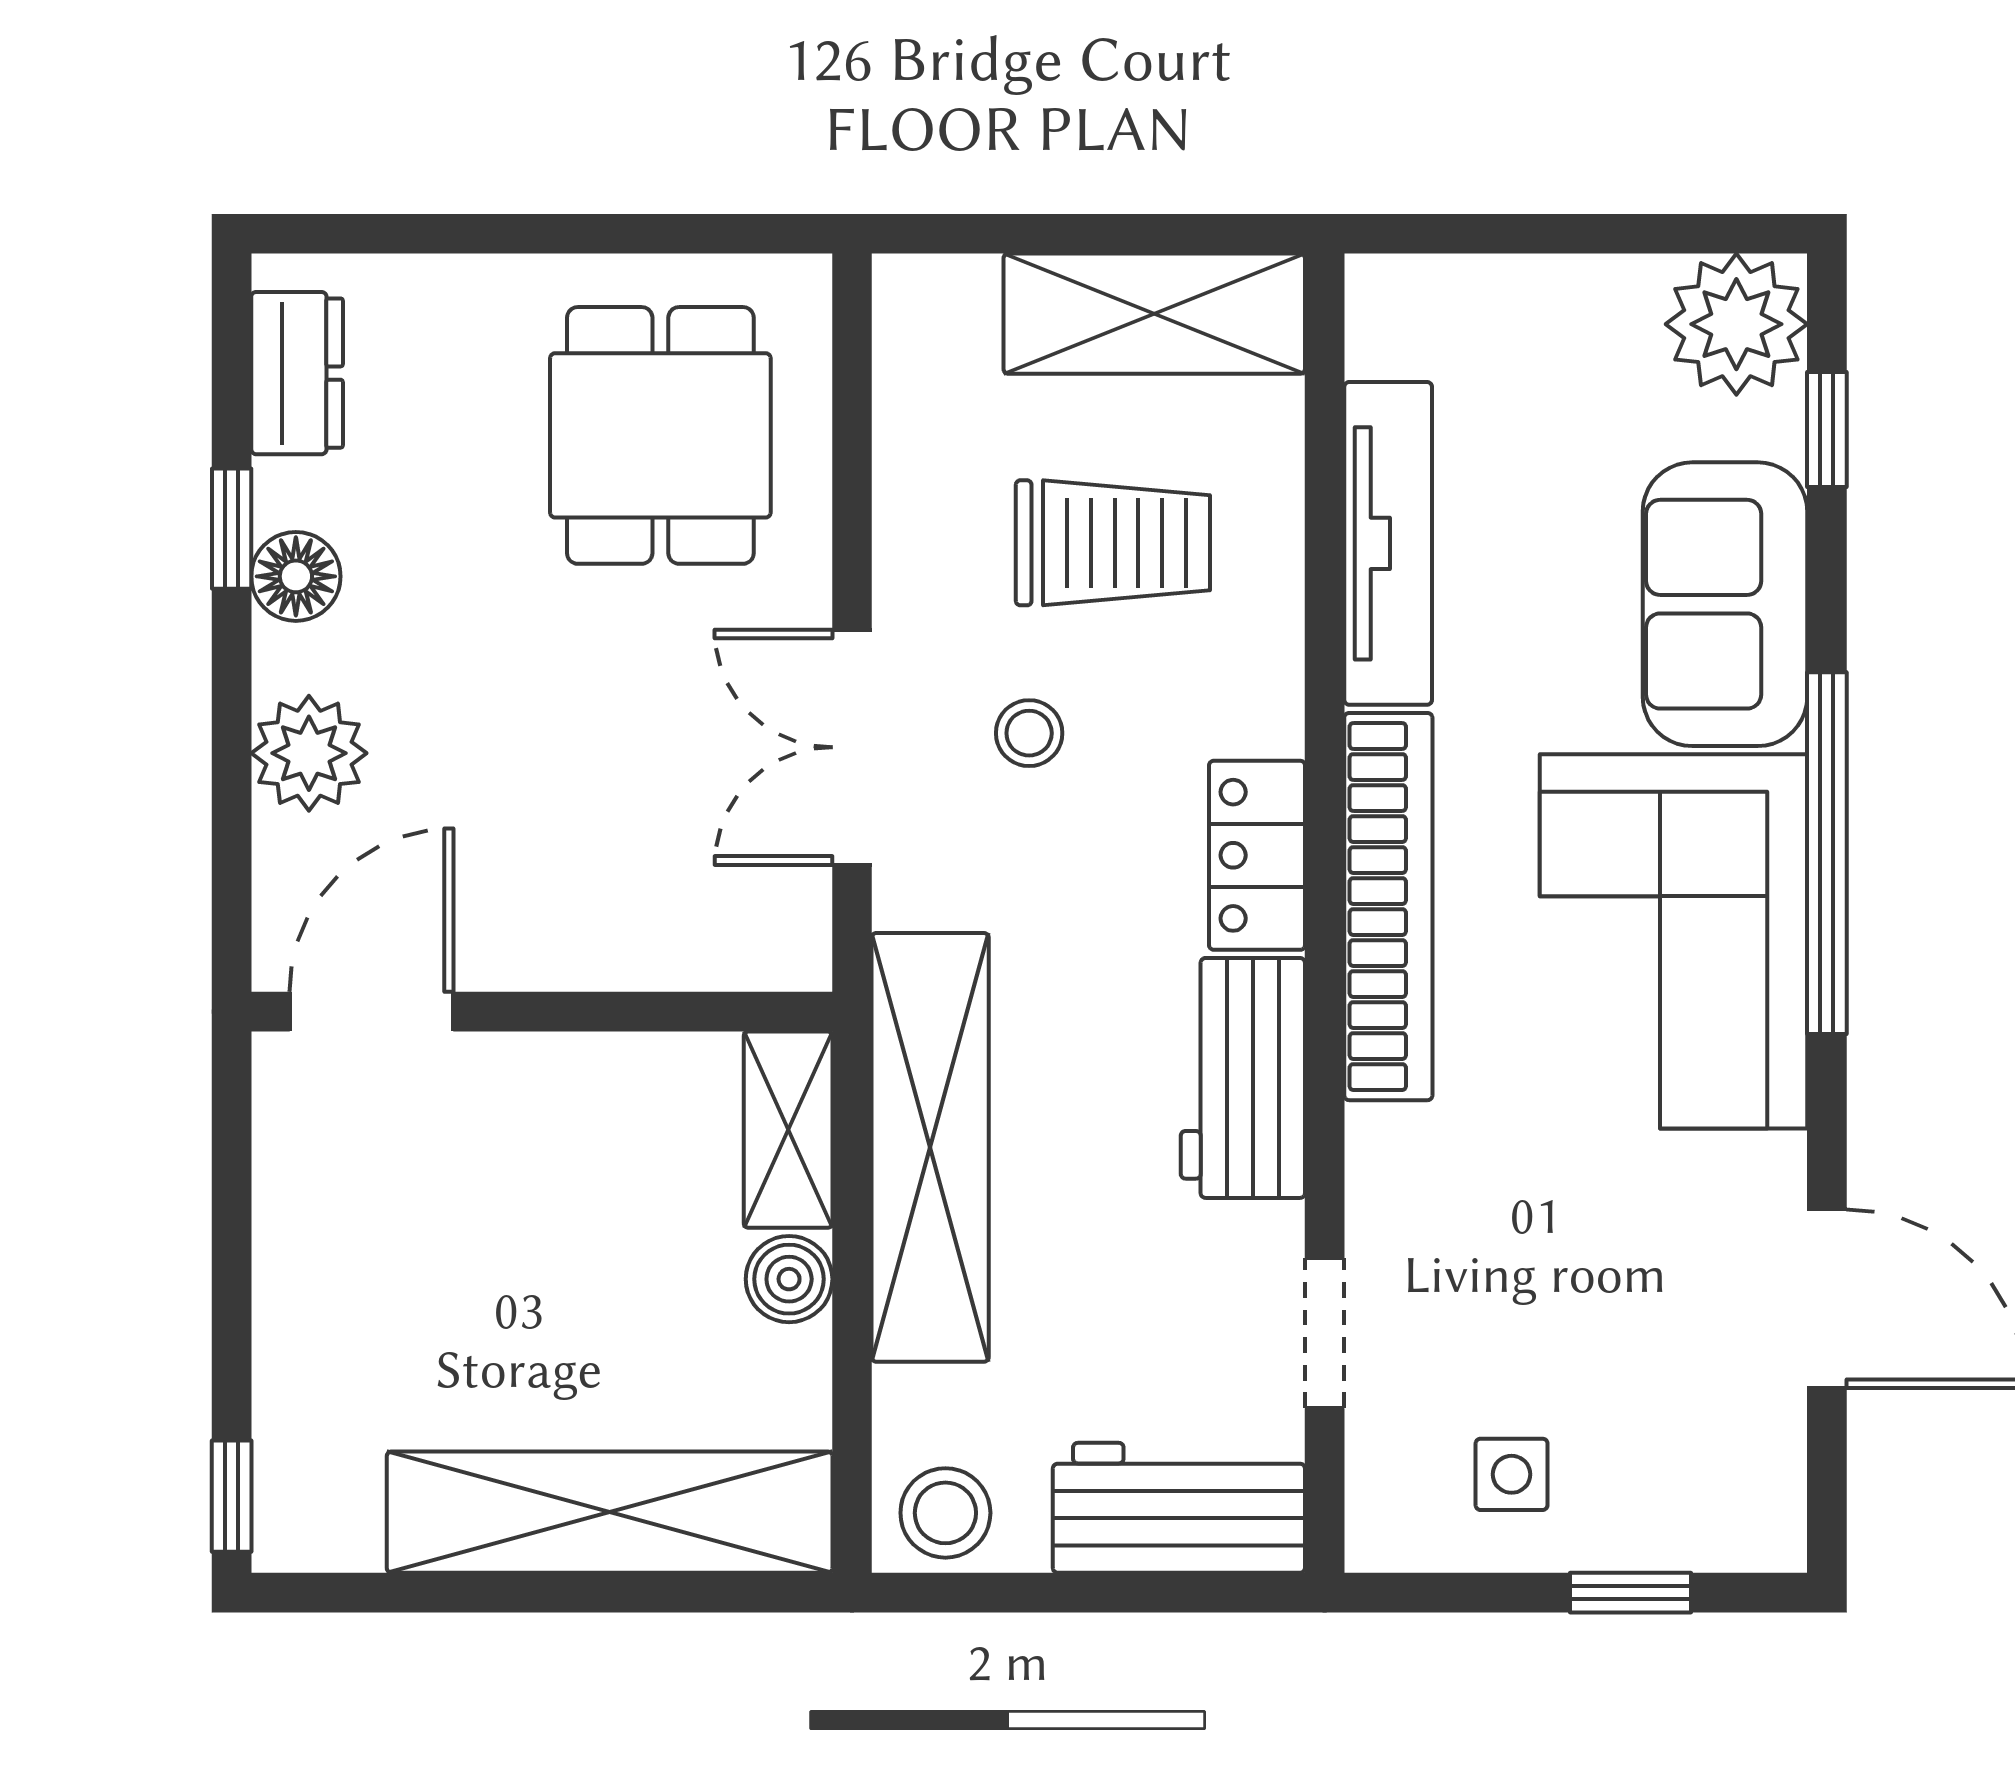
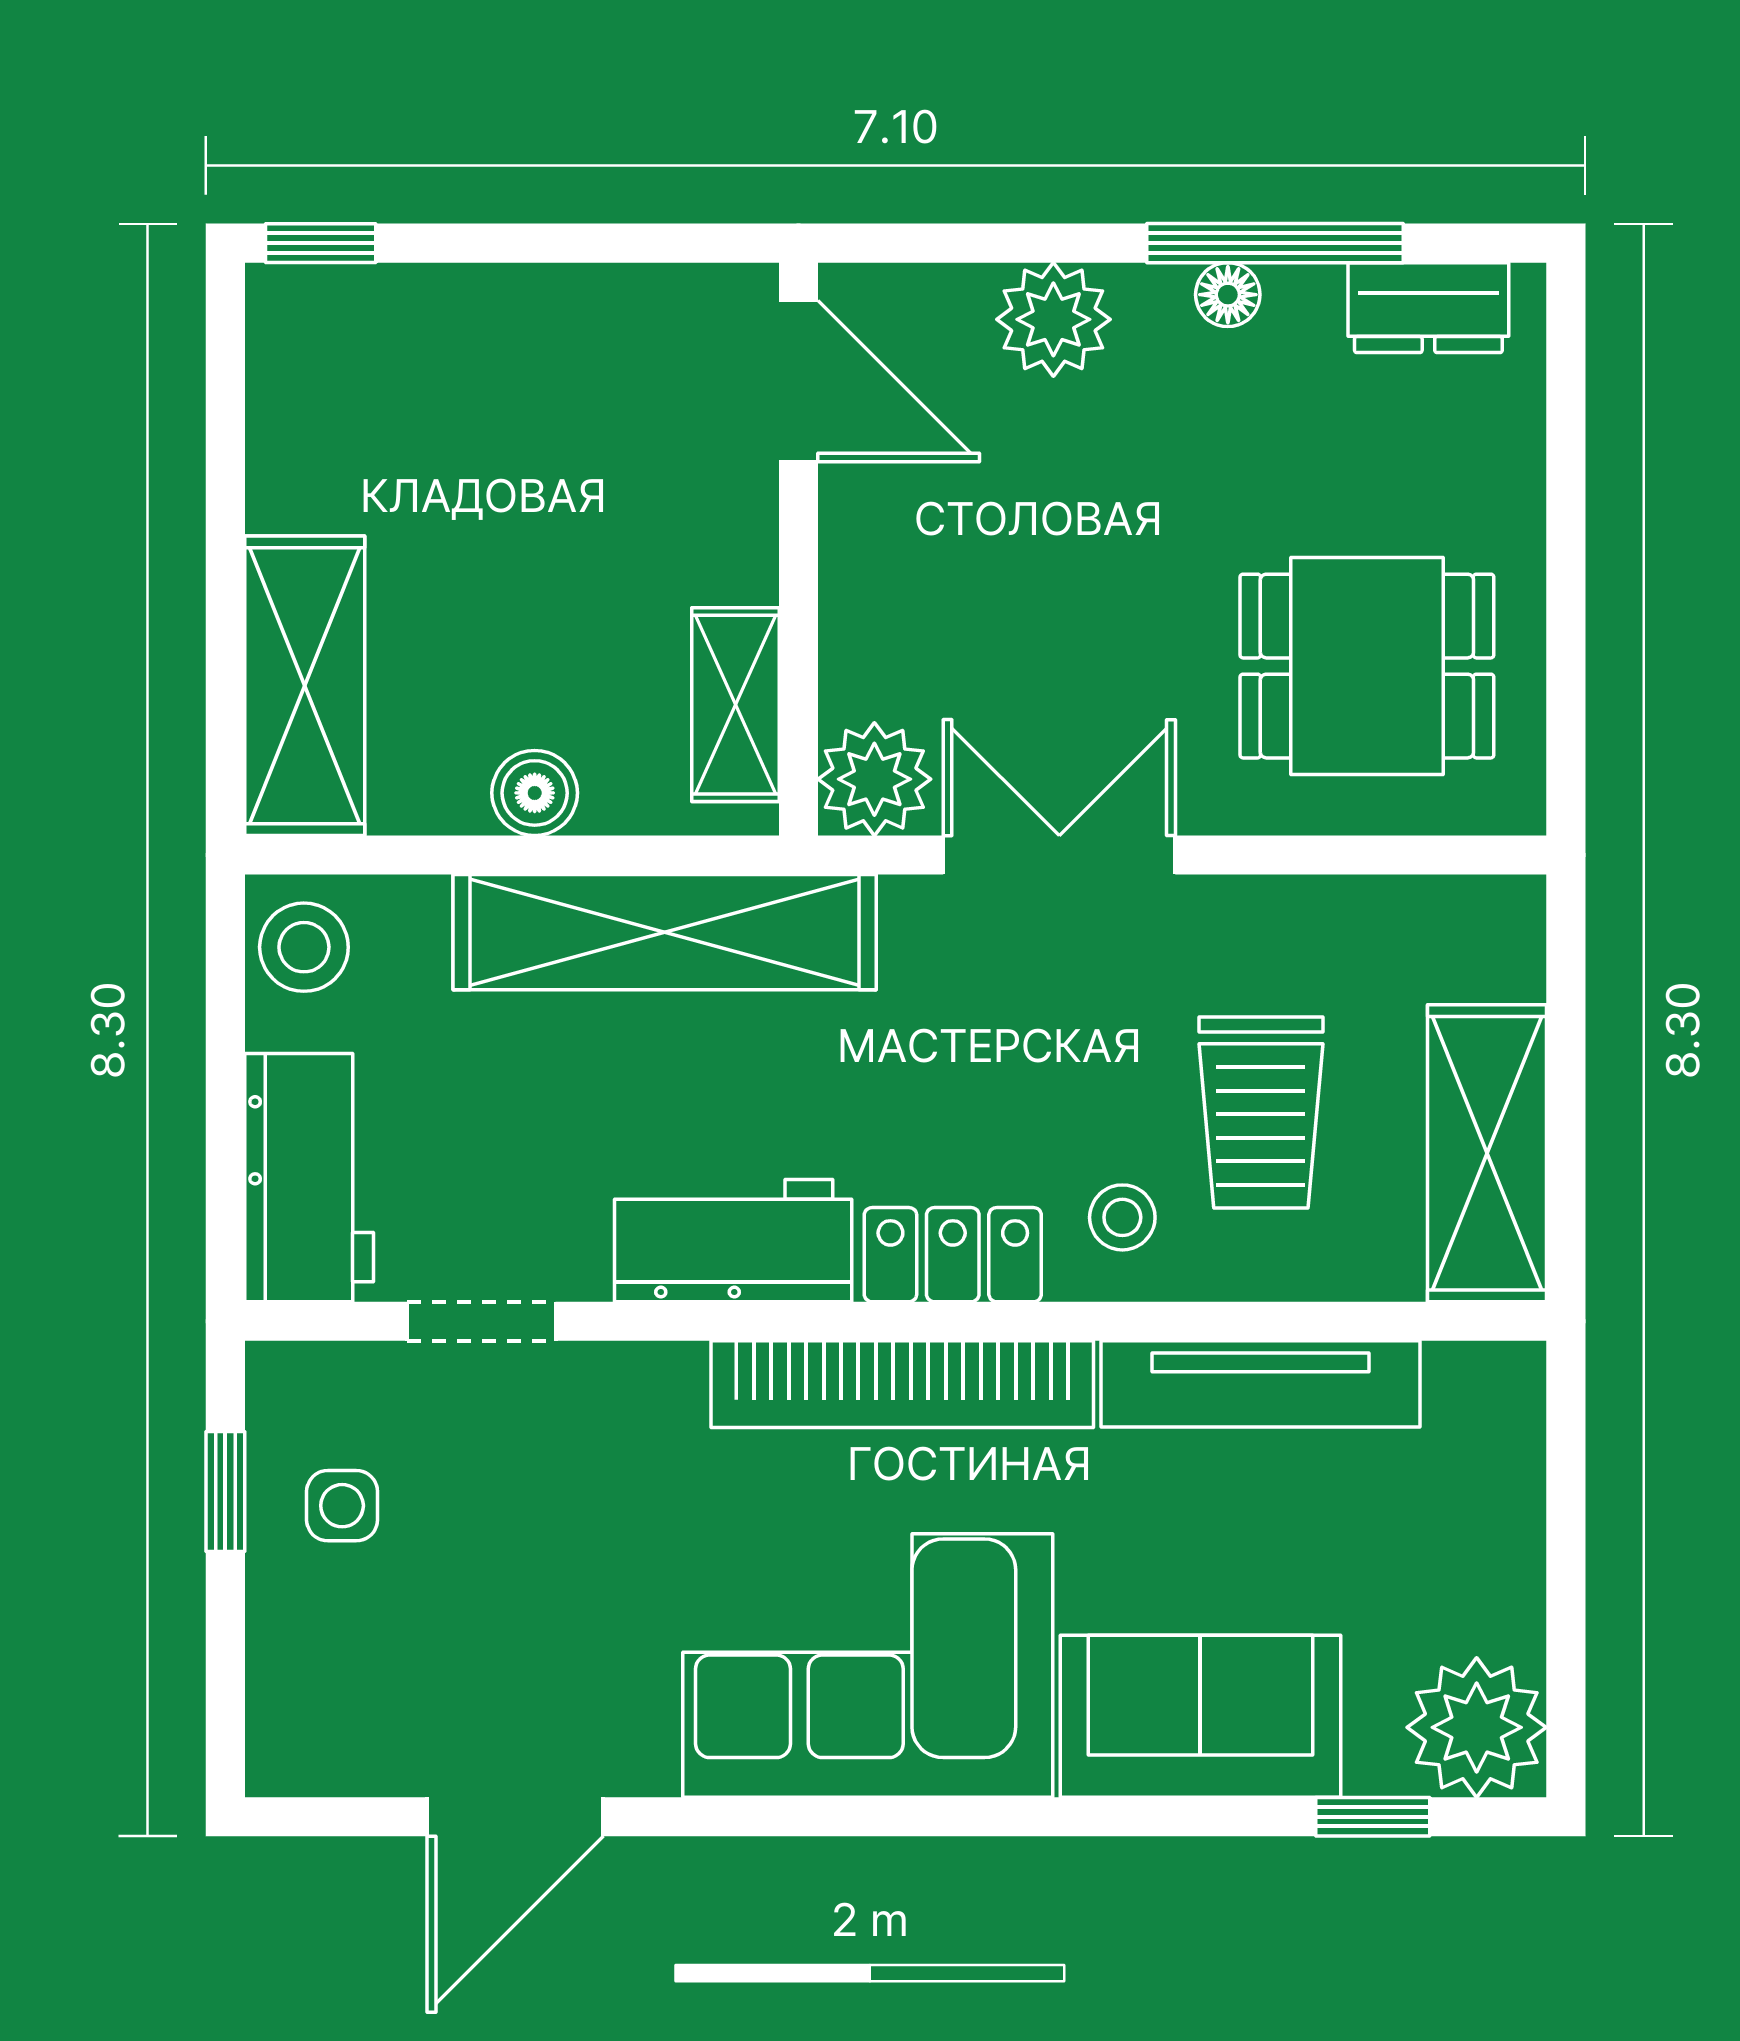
window: (232, 529) -> (1275, 243), width x2.17
floor lamp: (296, 576) -> (1228, 295), width x0.73, depth x0.73
stool: (1029, 733) -> (1122, 1217), moved
window: (1827, 853) -> (955, 1817), removed
plant: (775, 935) -> (874, 779), added
shelving: (788, 1130) -> (735, 705), moved, turned 90
shelving: (610, 1512) -> (305, 686), width x0.68
window: (1630, 1593) -> (225, 1491), moved

